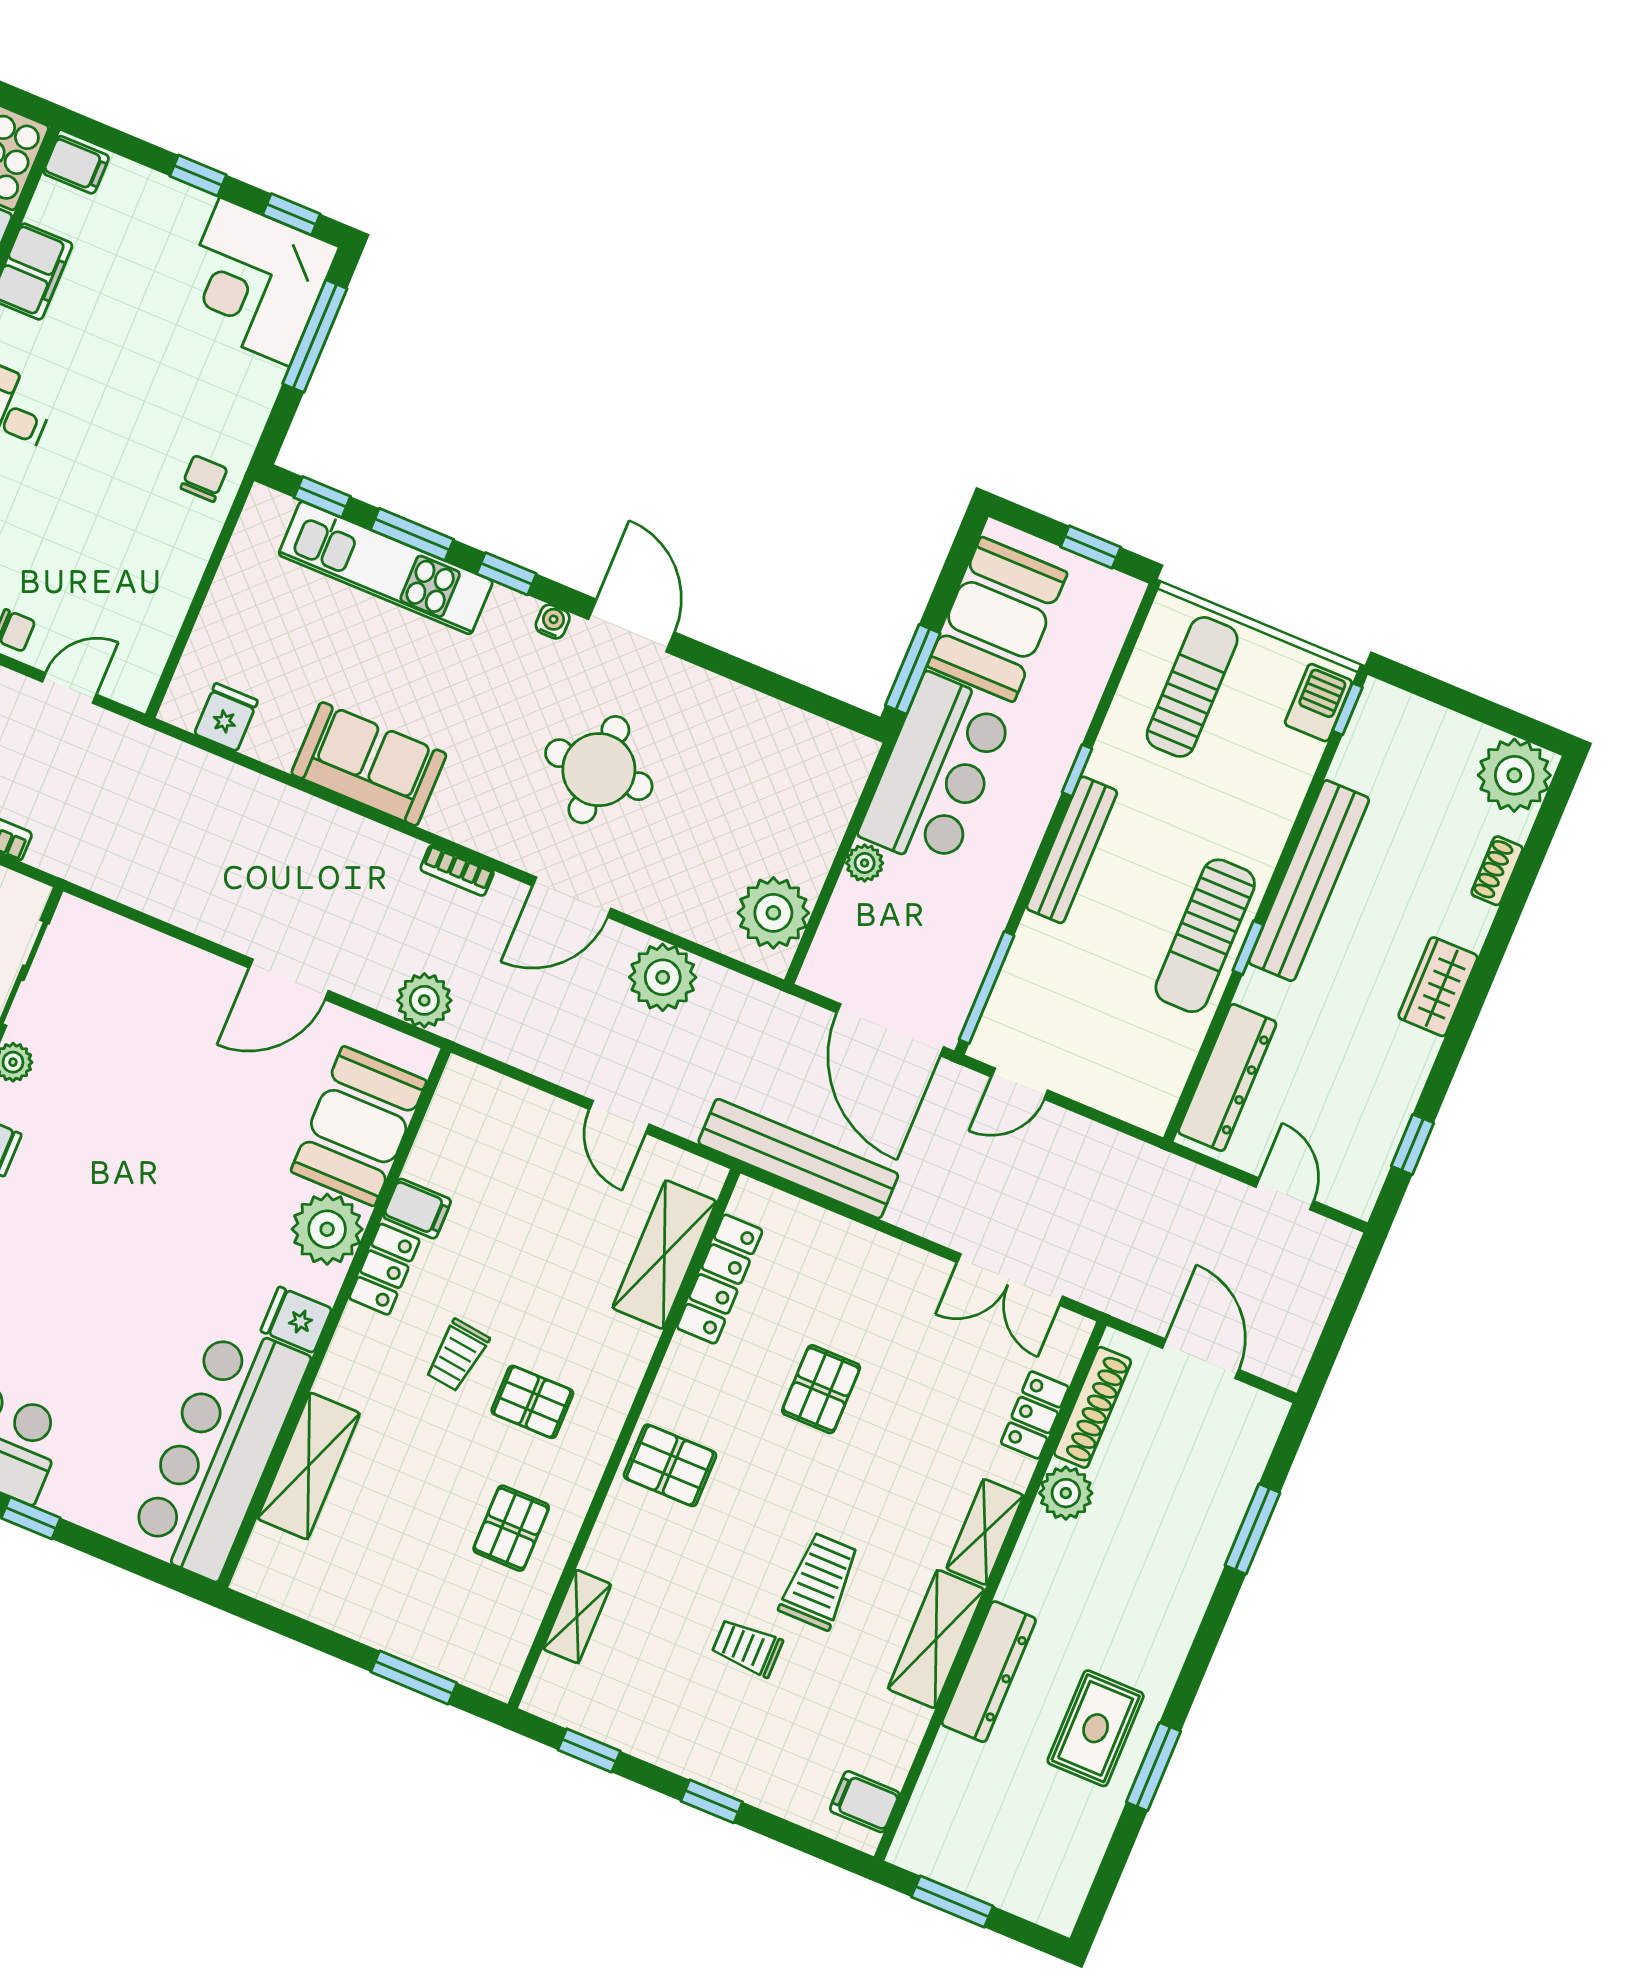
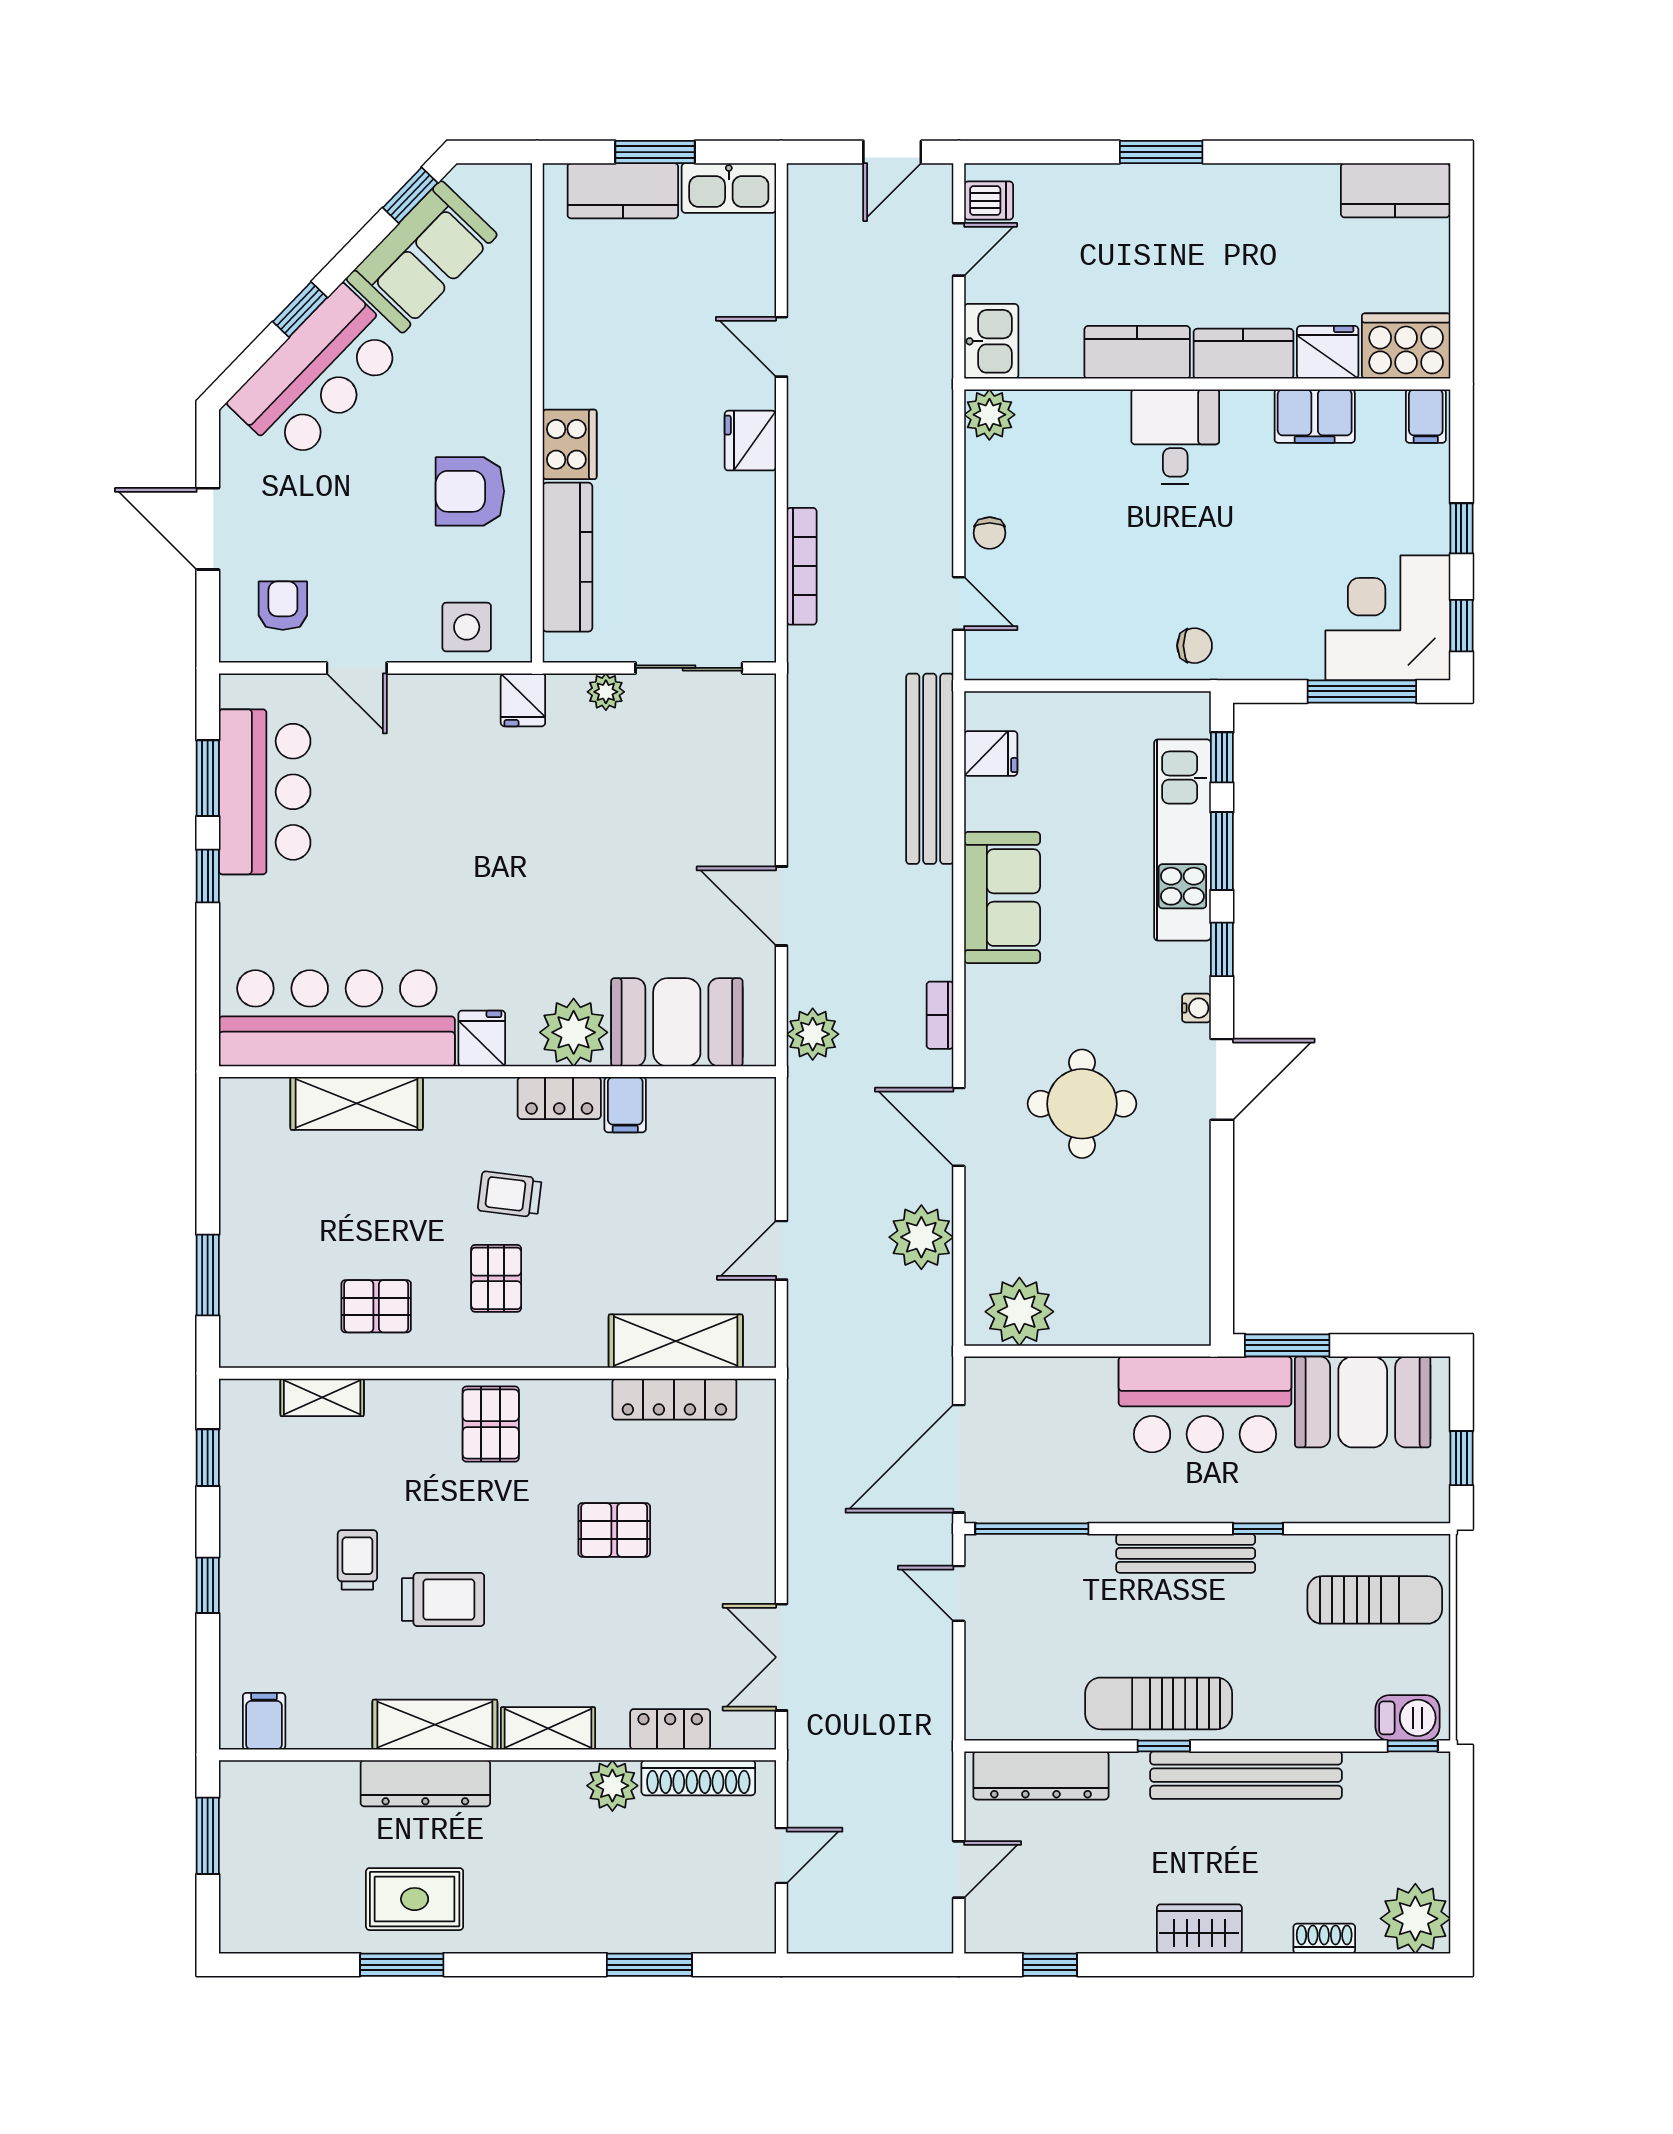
plant: (865, 863) -> (1097, 1374), removed
bench: (798, 1159) -> (930, 769), moved
door: (1200, 1359) -> (781, 1856), width x0.73

